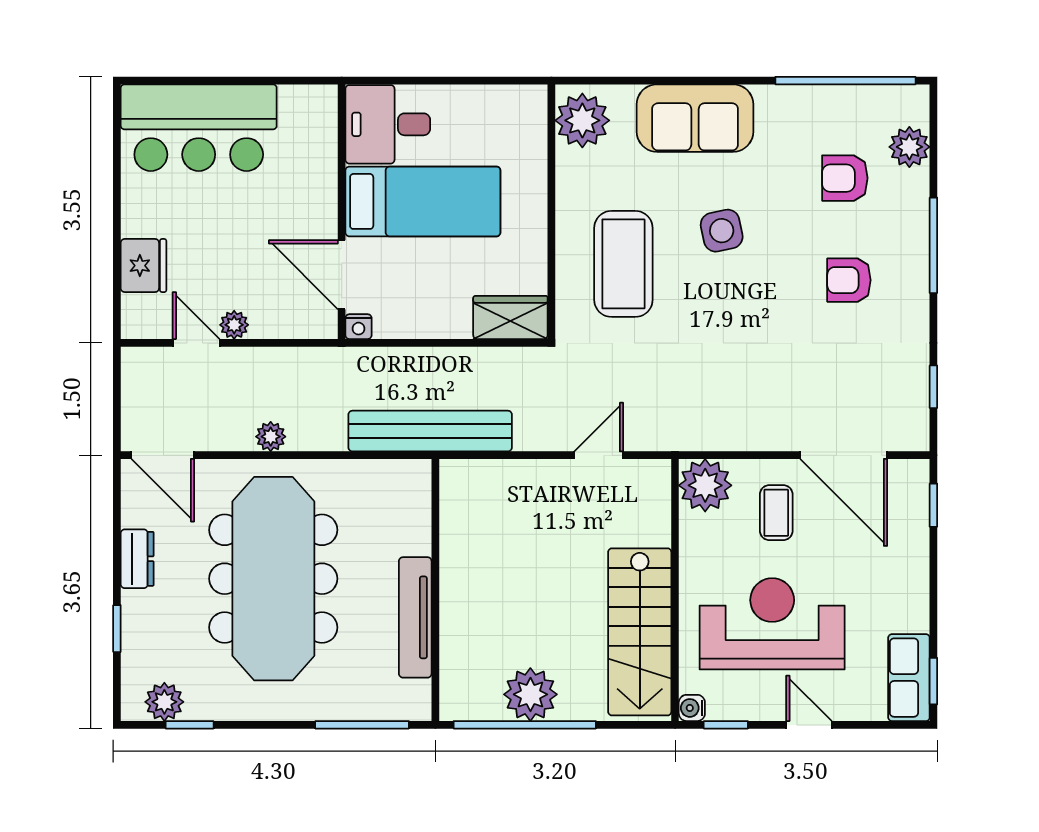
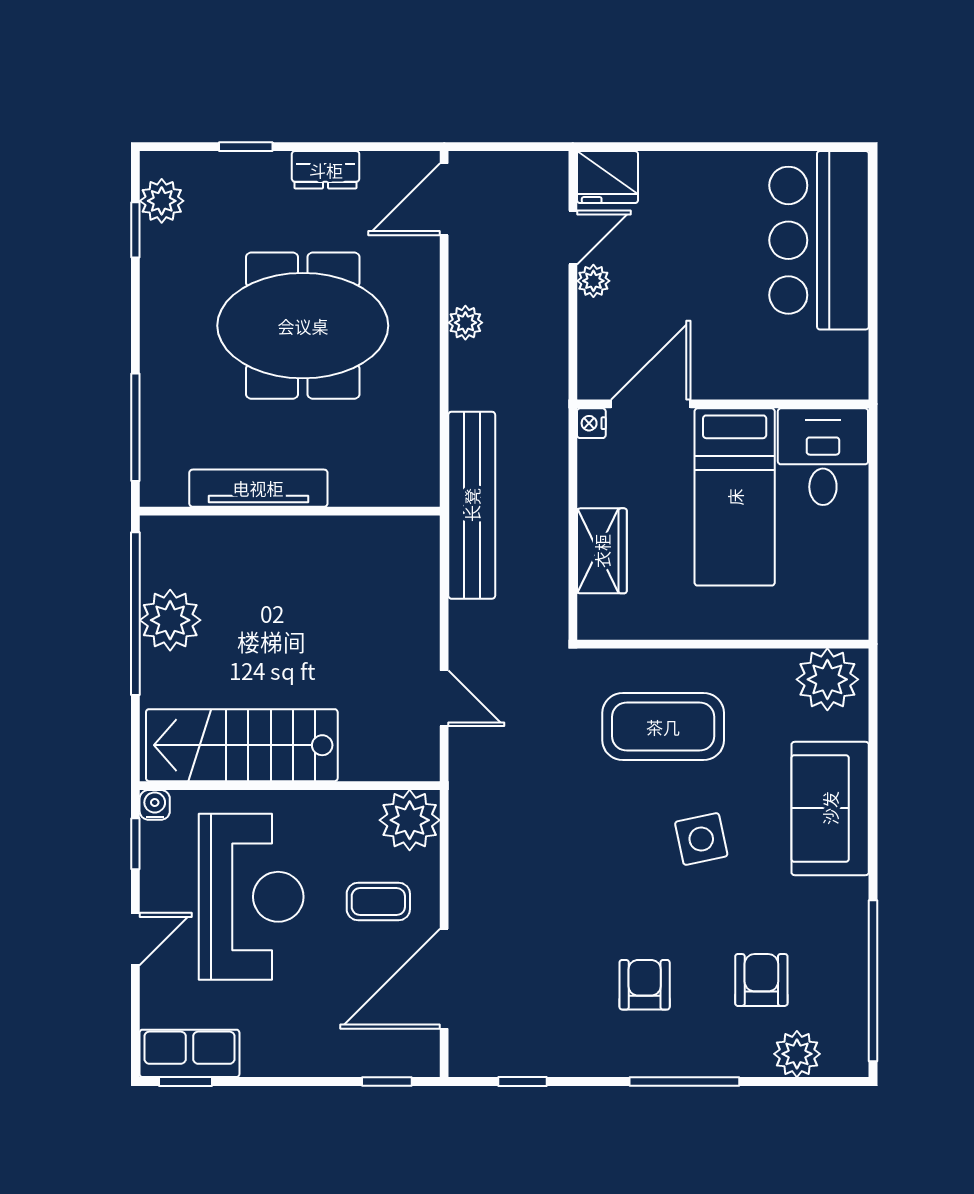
fridge: (143, 266) -> (607, 177), moved
wardrobe: (510, 317) -> (602, 551), moved
meeting table: (273, 579) -> (303, 326), width x0.73

